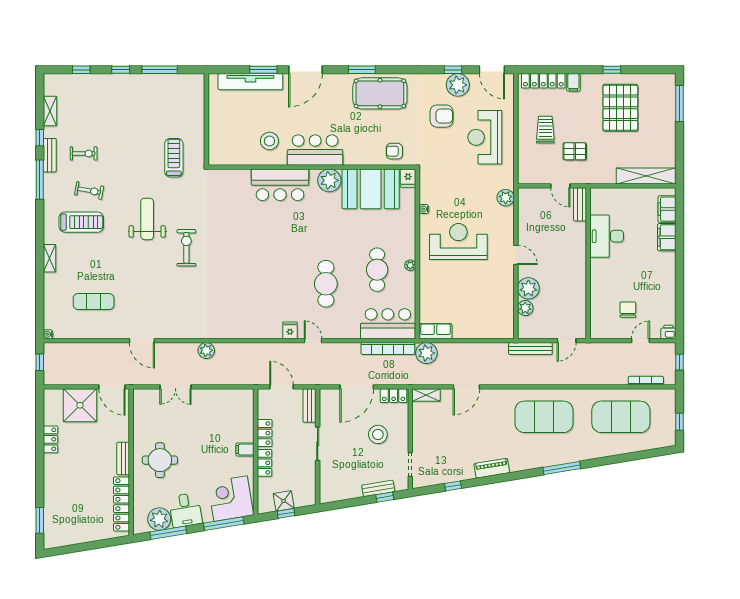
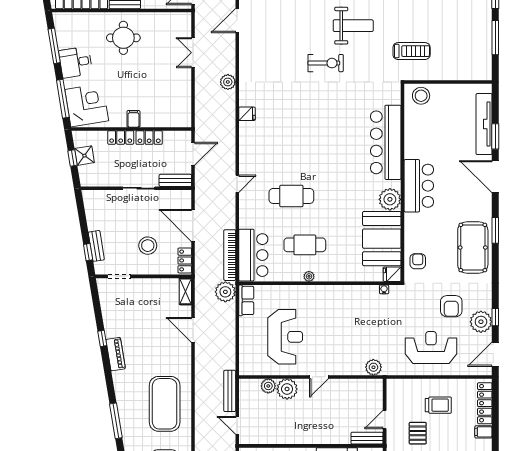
stool: (269, 141) -> (421, 96), moved
bar counter: (280, 185) -> (386, 142), width x1.36
water cooler: (424, 209) -> (384, 289), moved
reception desk: (458, 241) -> (285, 337), moved
fridge: (290, 330) -> (247, 114), moved
window: (453, 486) -> (102, 338), moved
plant: (159, 519) -> (67, 37), removed

